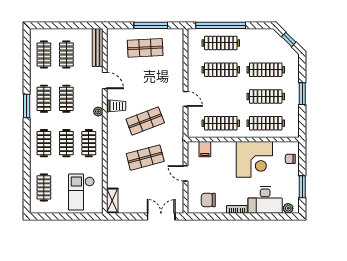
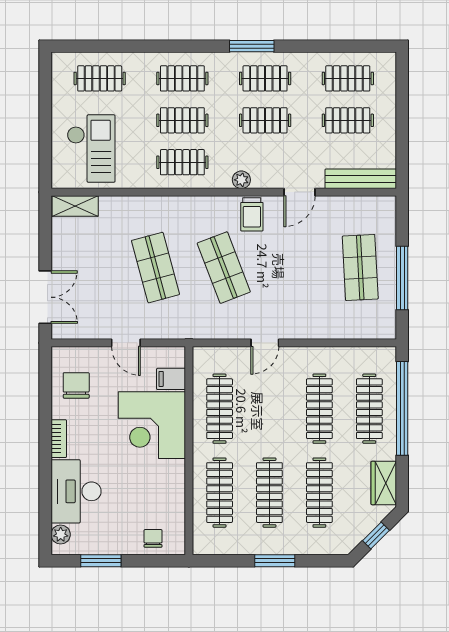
wardrobe: (261, 35) -> (384, 483), added
corner desk: (254, 159) -> (152, 425), moved
door: (186, 173) -> (126, 343), swing flipped
checkout: (81, 192) -> (91, 149), turned 90

